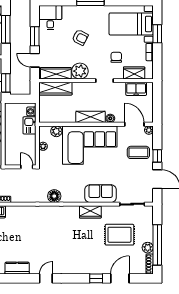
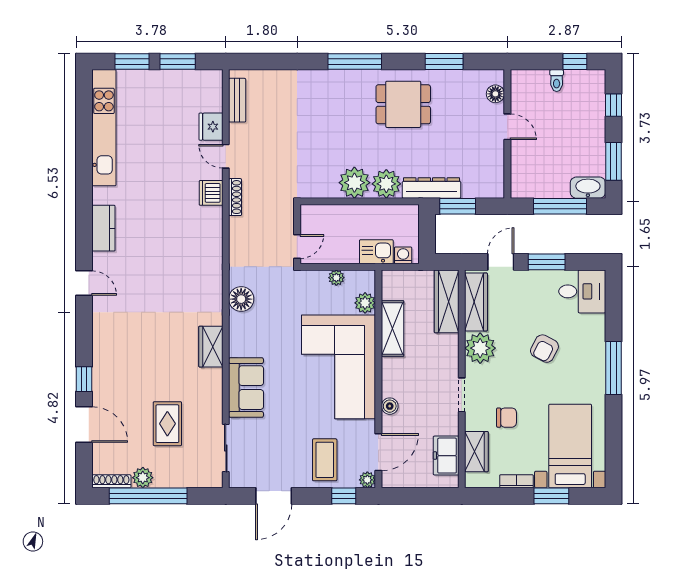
shelving: (91, 117) -> (393, 329), moved
window: (157, 156) -> (344, 496), moved
wardrobe: (90, 212) -> (211, 347), moved
rug: (119, 235) -> (167, 424), width x0.73, depth x0.70

